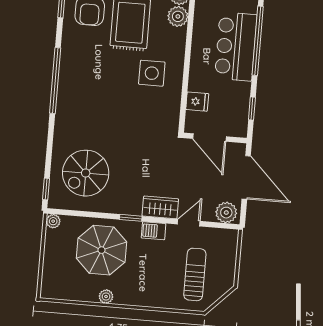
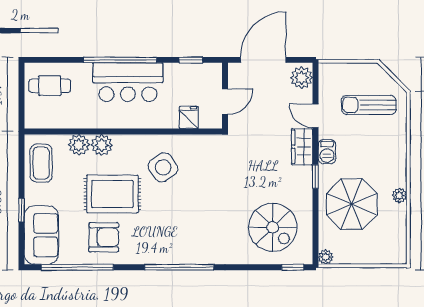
side table: (152, 73) -> (163, 167), turned -35
door: (210, 138) -> (225, 102), width x0.73

